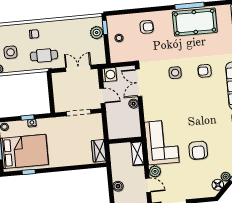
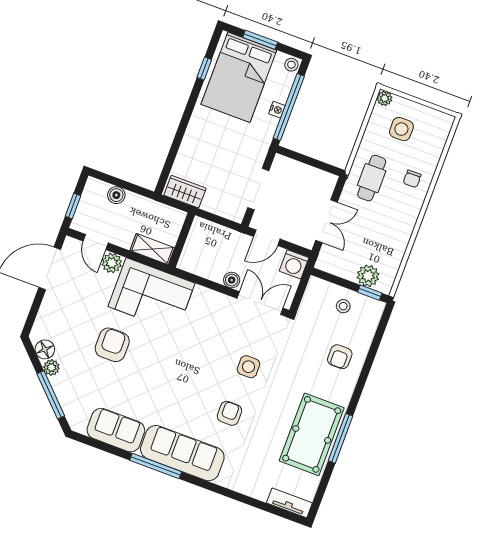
window: (28, 117) -> (289, 107), width x3.17
armchair: (198, 150) -> (112, 345), turned 90
door: (148, 185) -> (96, 242), hinge flipped

